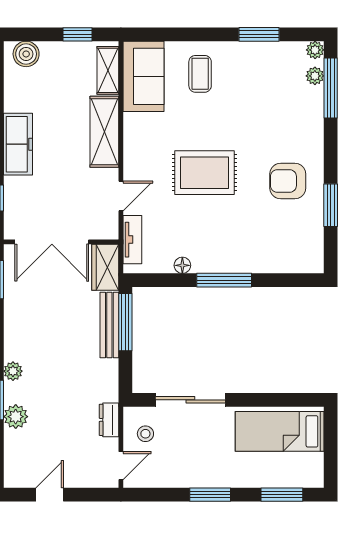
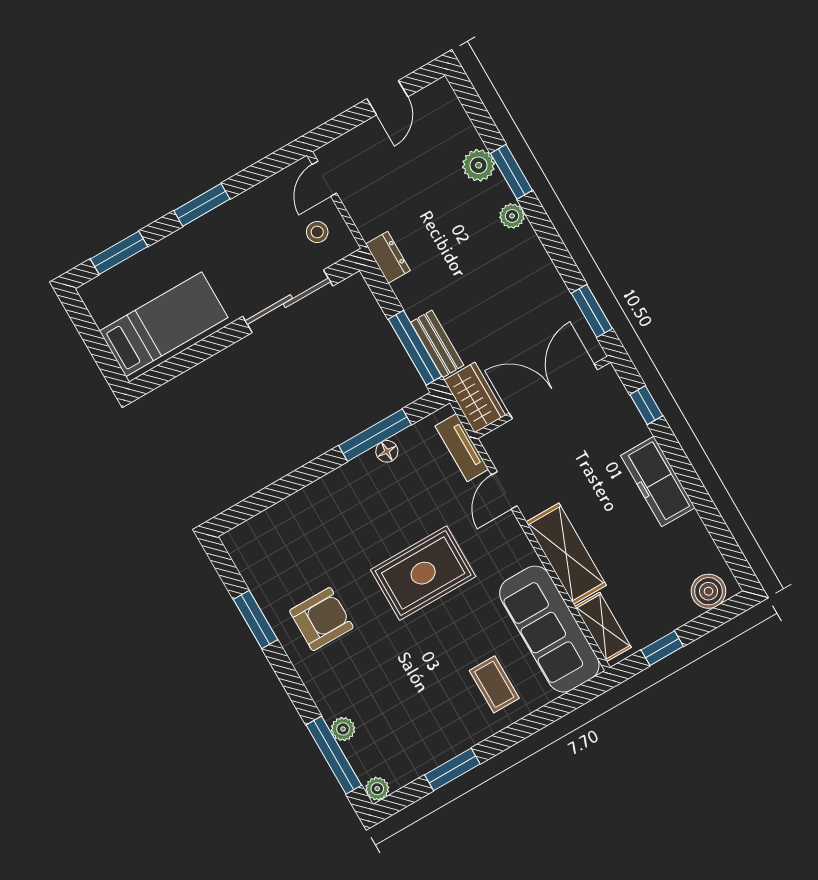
sofa: (144, 76) -> (549, 629), width x1.36
plant: (315, 76) -> (343, 729), moved
window: (224, 280) -> (375, 435), moved
bench: (109, 325) -> (437, 344), width x0.73
dresser: (109, 420) -> (388, 257), moved

